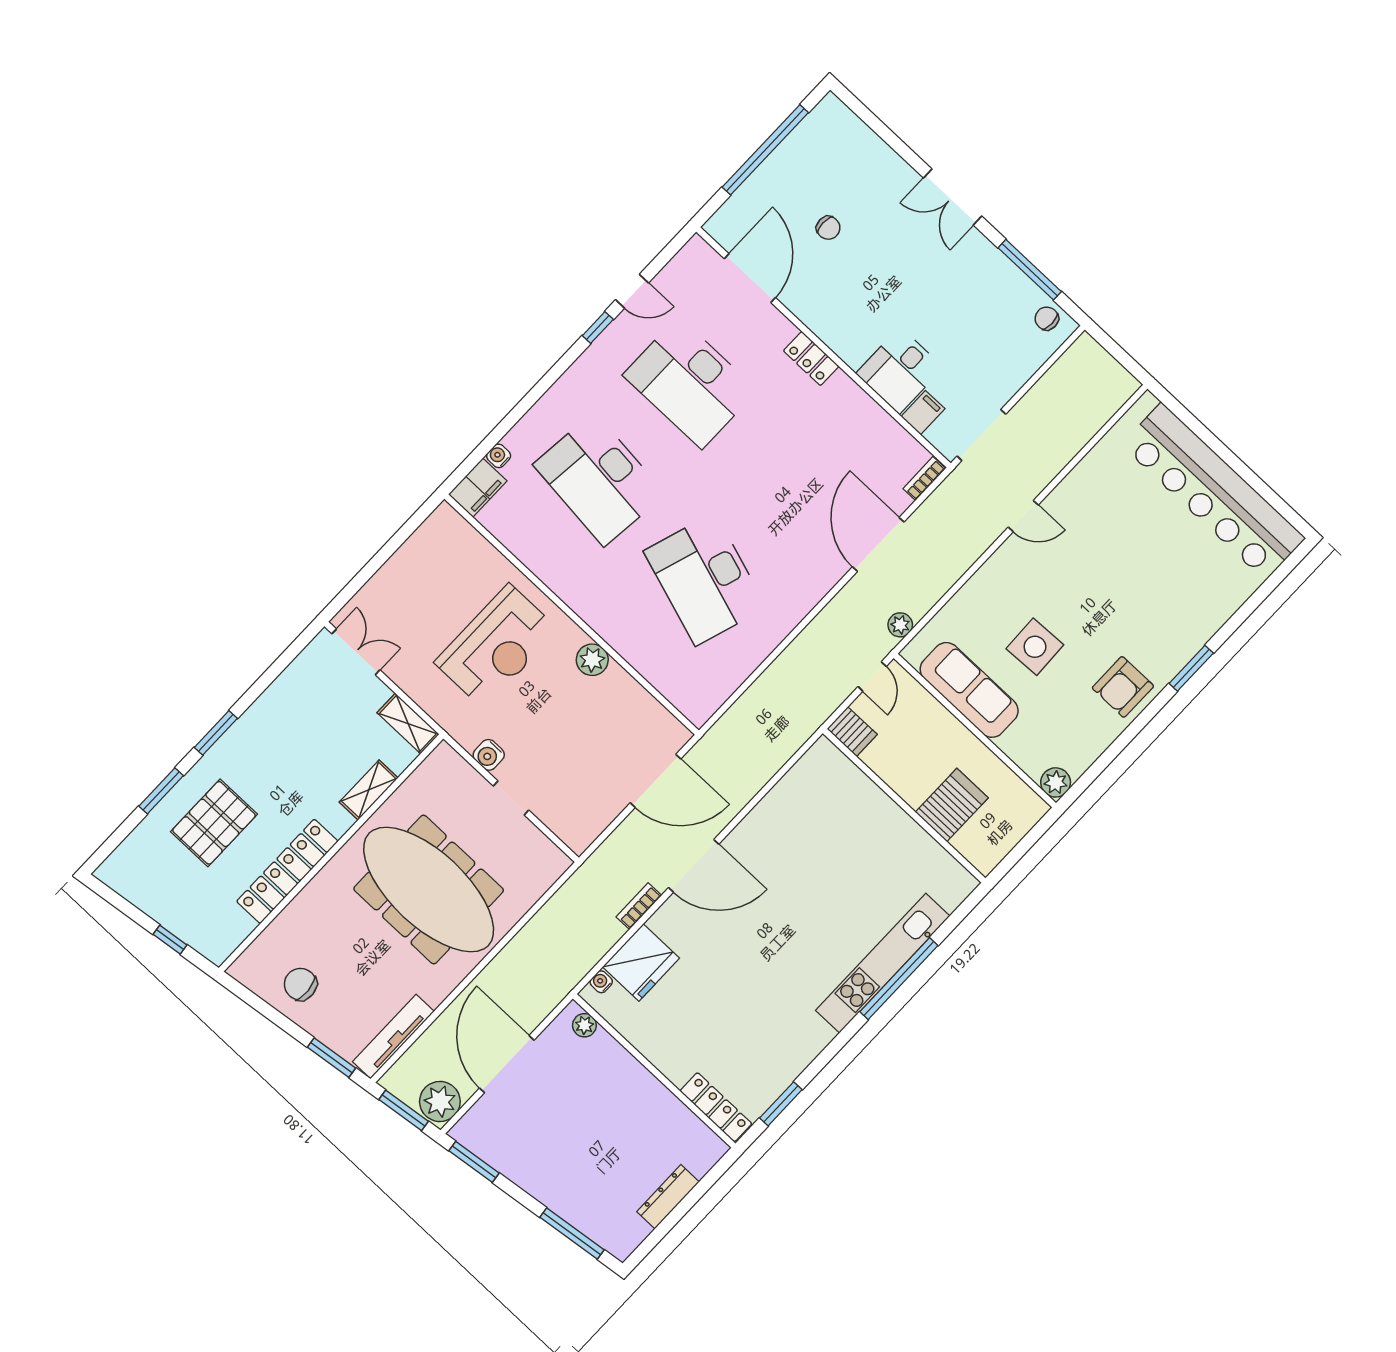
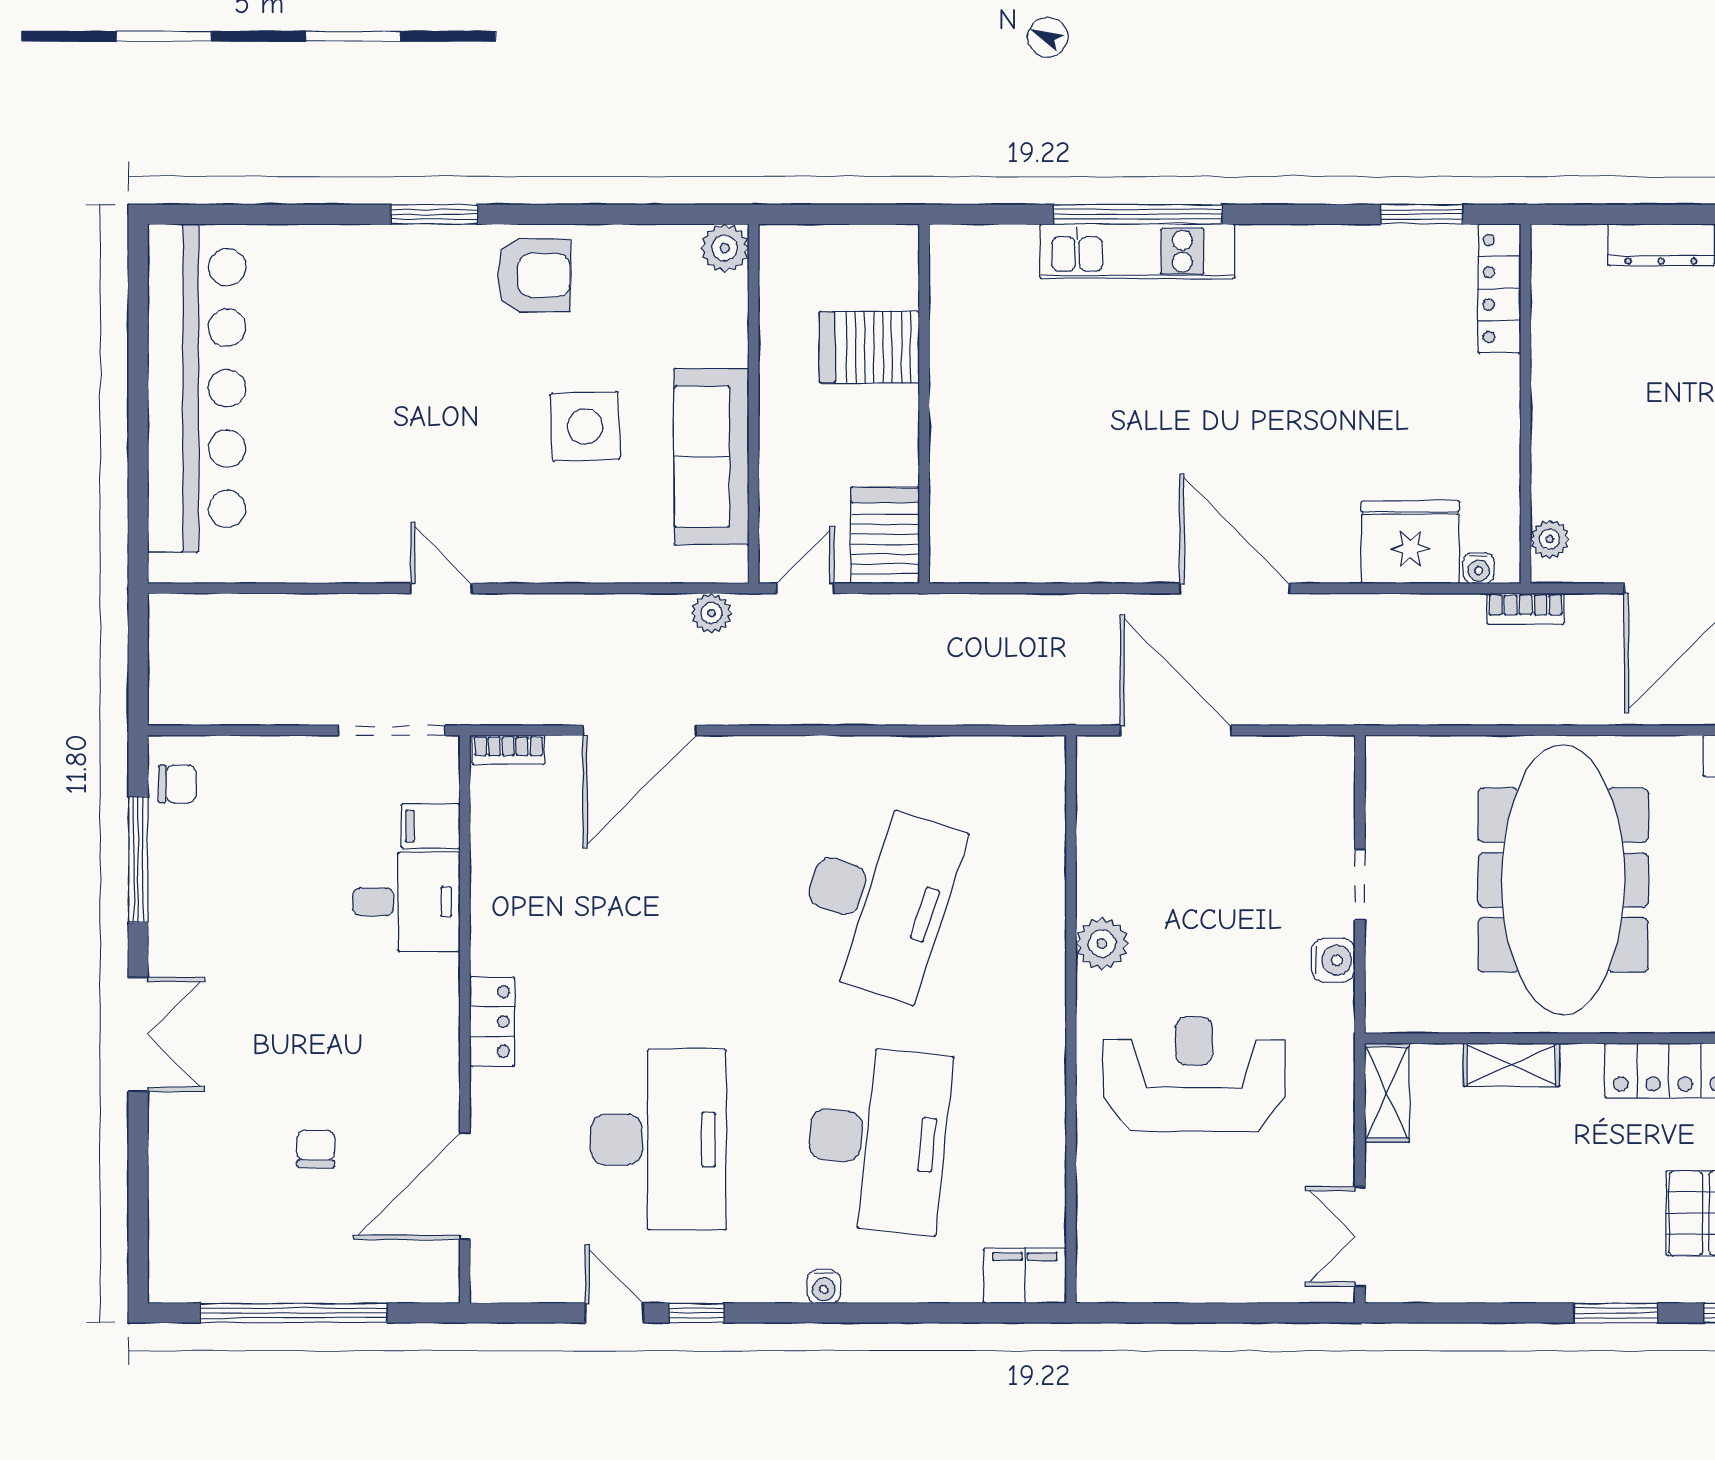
chair: (1047, 318) -> (177, 784), turned -90
water cooler: (499, 456) -> (824, 1287), moved
server rack: (852, 732) -> (885, 535), width x1.36, depth x1.44
bookcase: (639, 906) -> (1526, 609), moved
kitchen unit: (883, 963) -> (1137, 251), width x0.73

